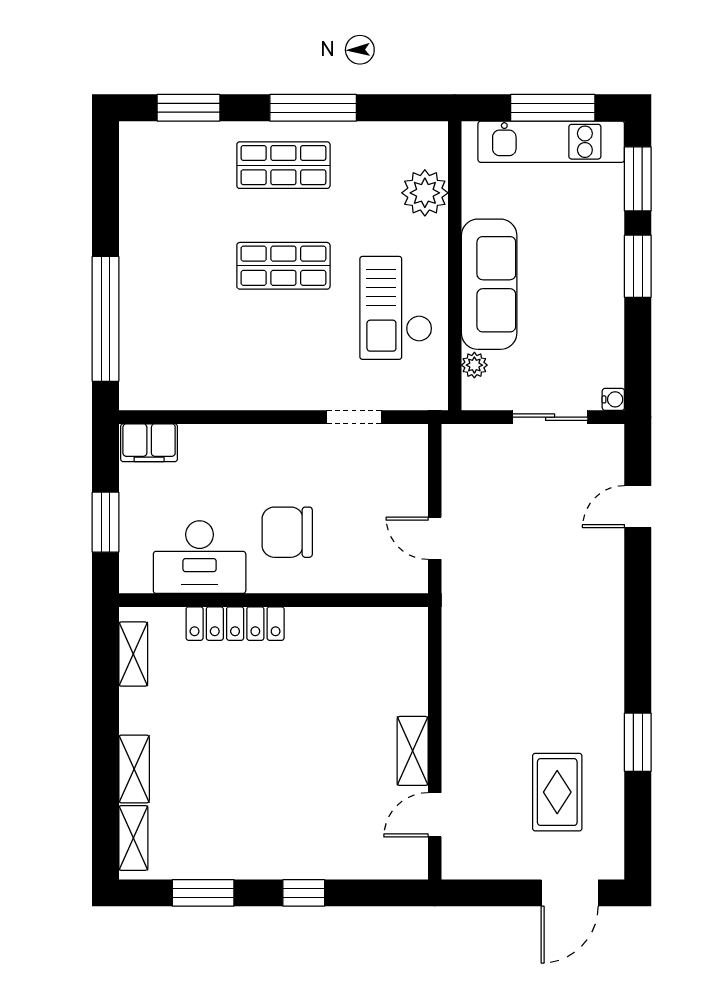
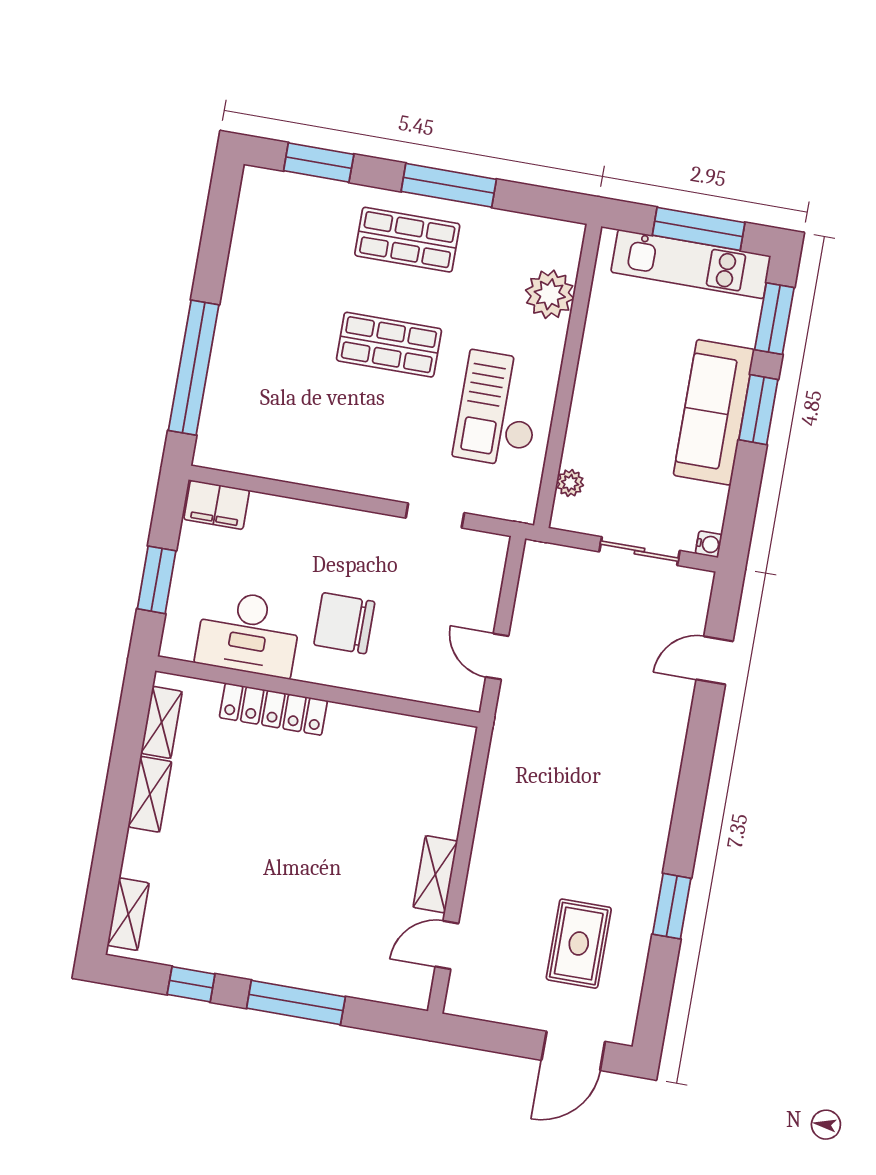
sofa: (489, 284) -> (714, 412), moved, turned 180
shelving: (134, 769) -> (150, 794), moved
window: (203, 893) -> (191, 984), width x0.67
window: (304, 893) -> (296, 1003), width x2.17

